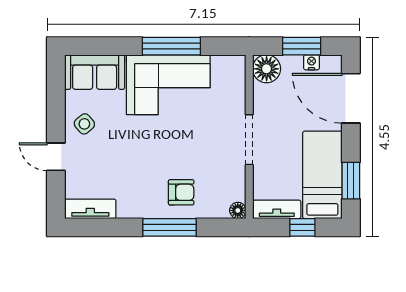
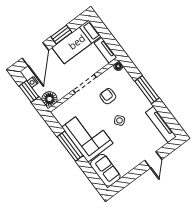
side table: (84, 124) -> (120, 120), moved
window: (351, 181) -> (61, 35), moved
armchair: (181, 192) -> (108, 96), moved
tv unit: (90, 209) -> (161, 124), width x1.41
window: (302, 227) -> (105, 34), removed

